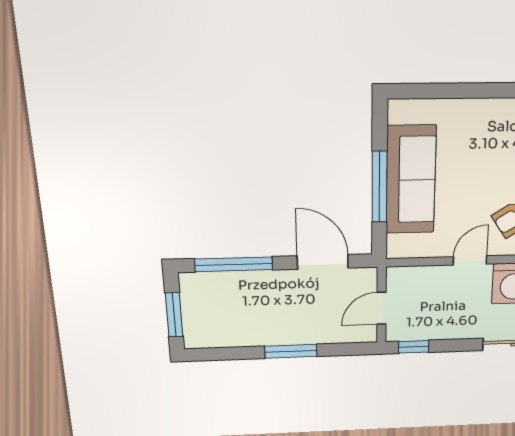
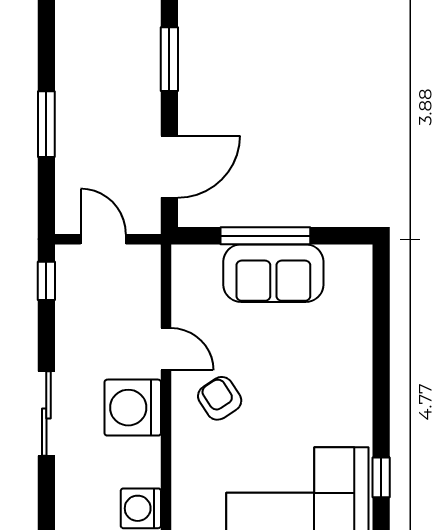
sofa: (411, 180) -> (273, 273), width x0.73
window: (234, 264) -> (169, 59), width x0.69

